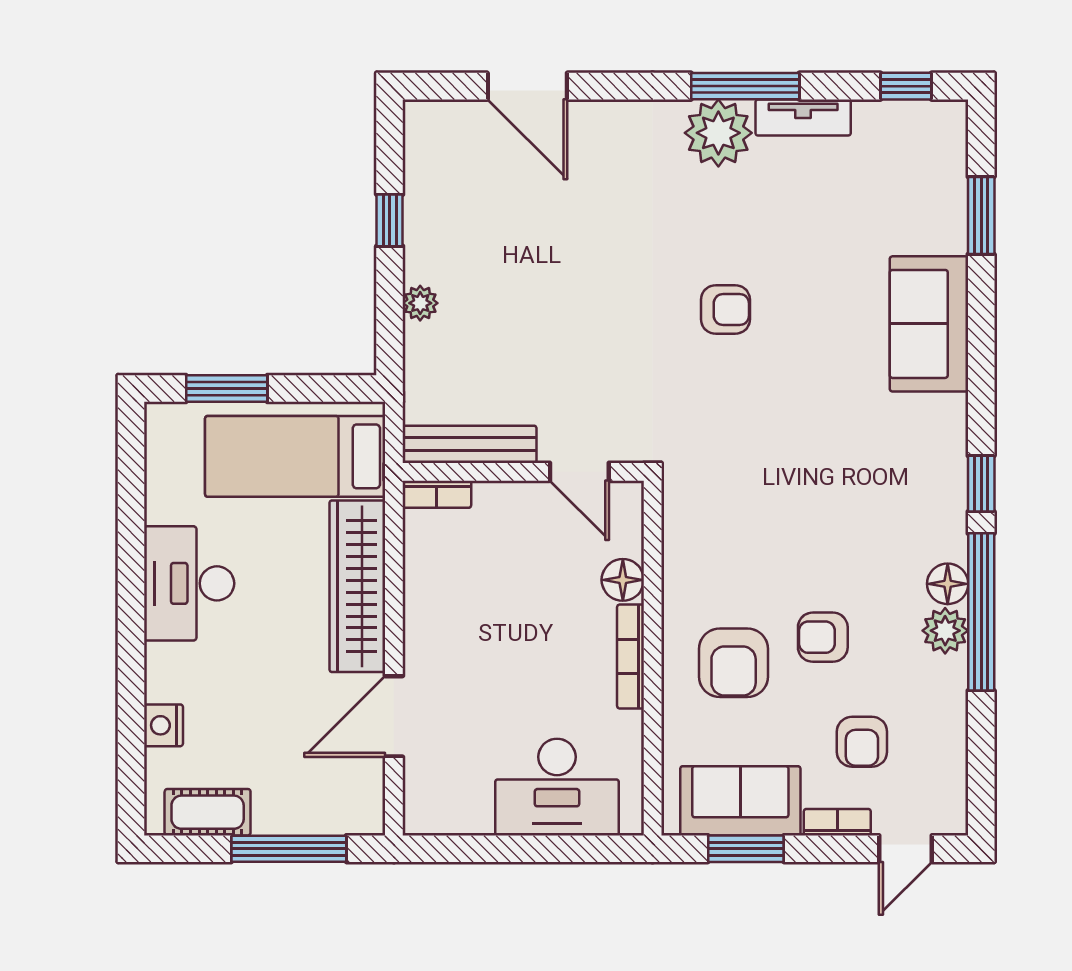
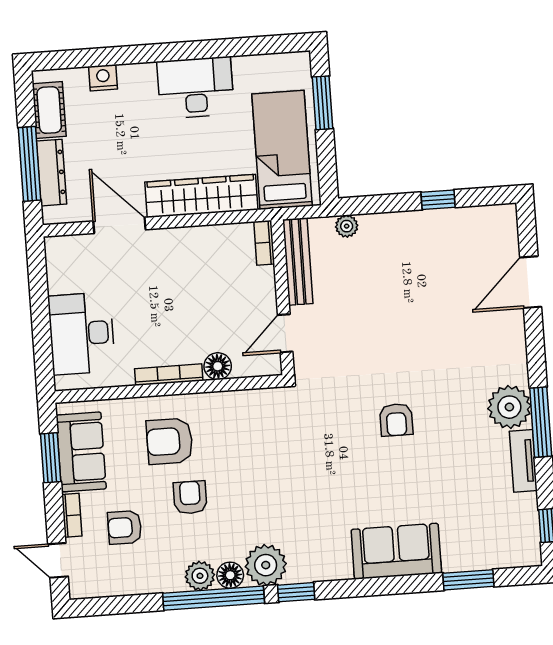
plant: (420, 303) -> (347, 226), moved
plant: (936, 528) -> (266, 565), added
dresser: (305, 816) -> (51, 173), added

